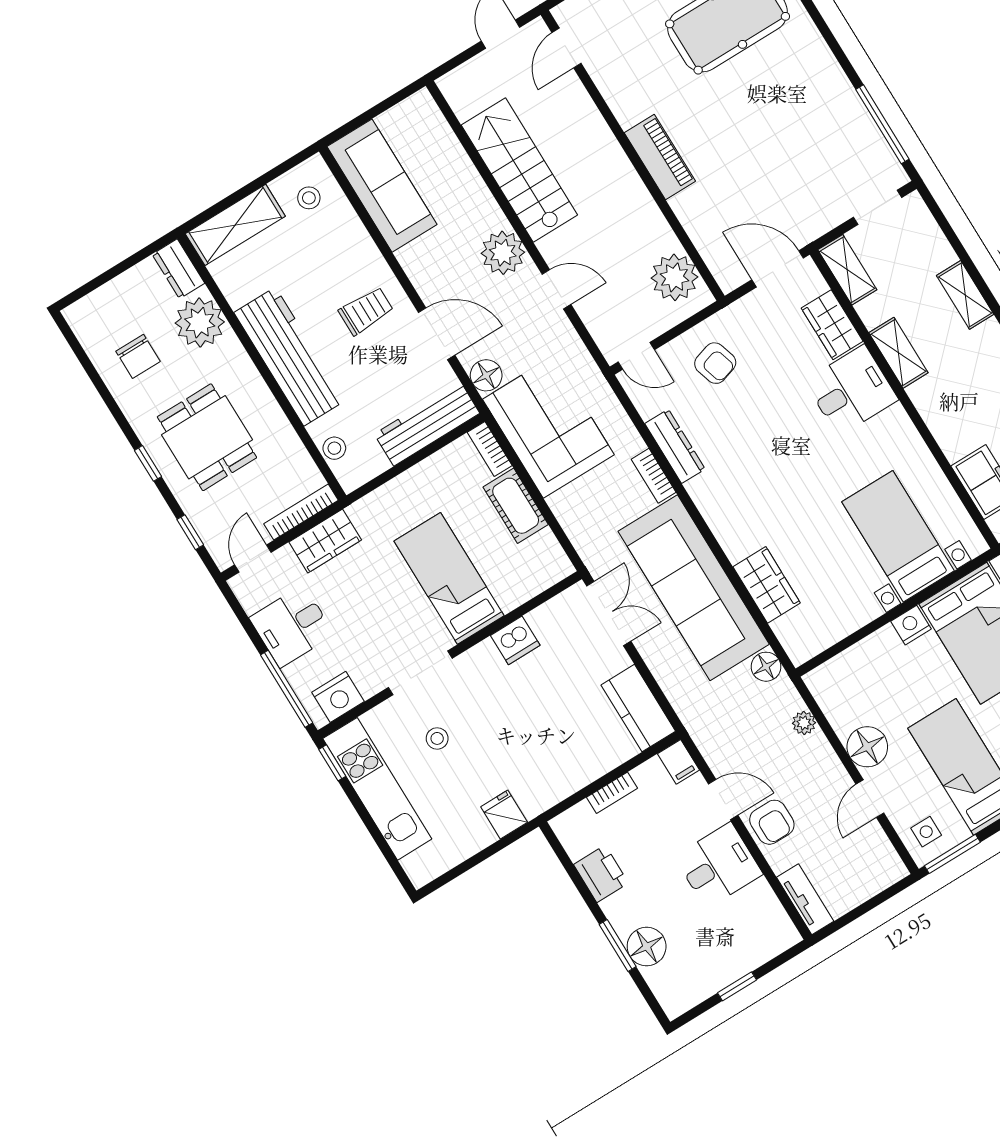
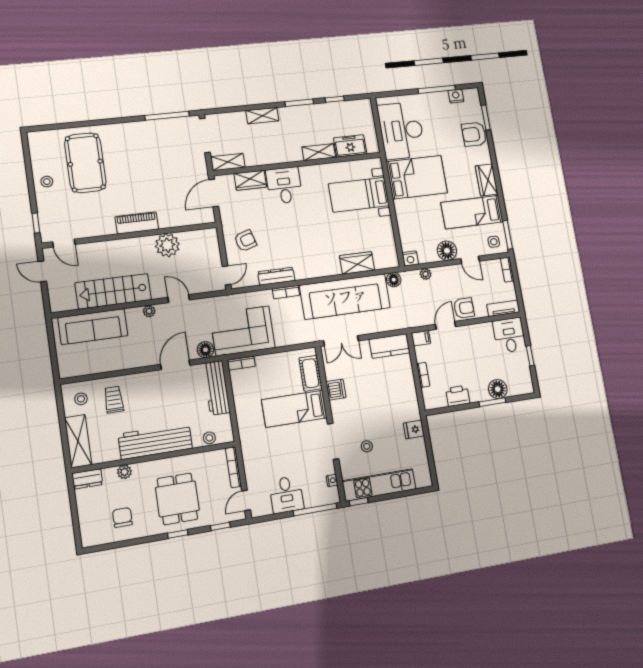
sofa: (382, 186) -> (93, 327), moved, turned 180
doorway: (878, 207) -> (205, 135), width x1.38
plant: (503, 253) -> (149, 311), width x0.53, depth x0.53
plant: (674, 277) -> (167, 245), moved
door: (557, 289) -> (179, 299), hinge flipped
trolley: (366, 311) -> (114, 400), moved
plant: (200, 323) -> (124, 472), width x0.53, depth x0.53
shelving: (898, 353) -> (319, 152), moved
chair: (138, 356) -> (122, 517), turned -90
dining table: (207, 437) -> (177, 499), turned 90
cot: (516, 506) -> (311, 373), moved, turned 90
wardrobe: (325, 541) -> (252, 461), removed
door: (253, 559) -> (246, 500), hinge flipped
double door: (609, 614) -> (341, 341), swing flipped
nightstand: (911, 625) -> (410, 259), moved, turned -90
nightstand: (338, 697) -> (332, 480), width x0.53, depth x0.56
desk: (718, 865) -> (509, 335), moved
bookcase: (884, 879) -> (507, 270), added

